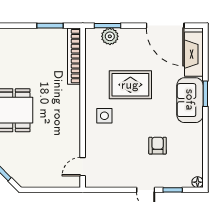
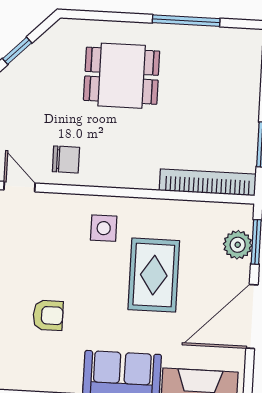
door: (165, 26) -> (252, 316), moved
chair: (65, 140) -> (66, 159), added

